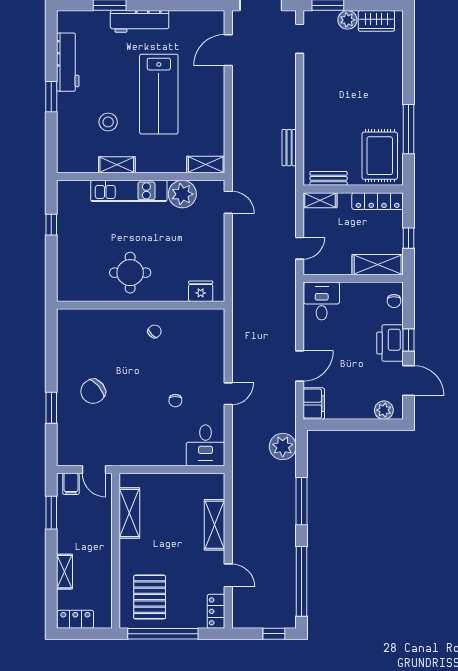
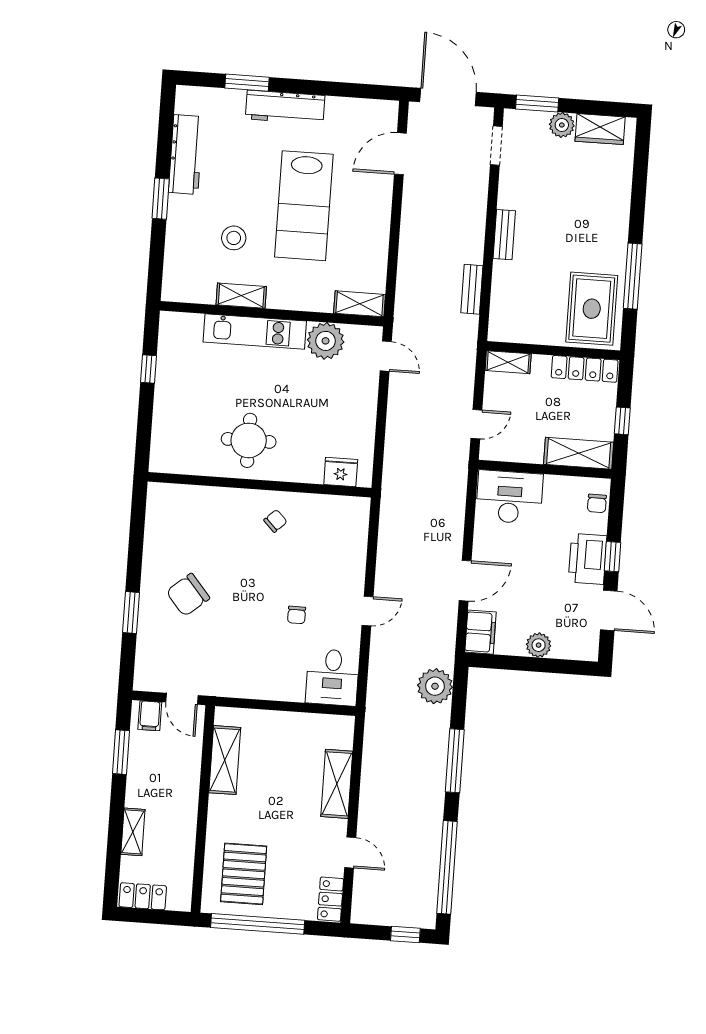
bench: (329, 178) -> (504, 235), moved, turned 90
desk: (322, 301) -> (509, 497), width x1.37
plant: (384, 410) -> (539, 645), moved

